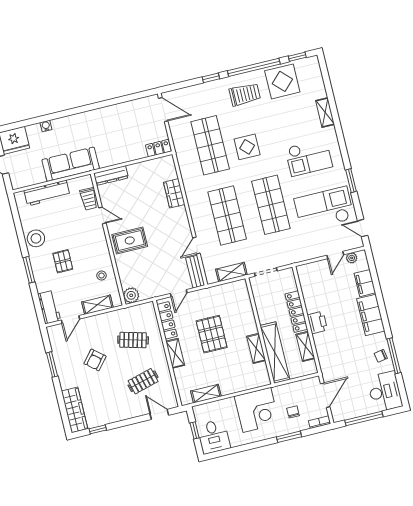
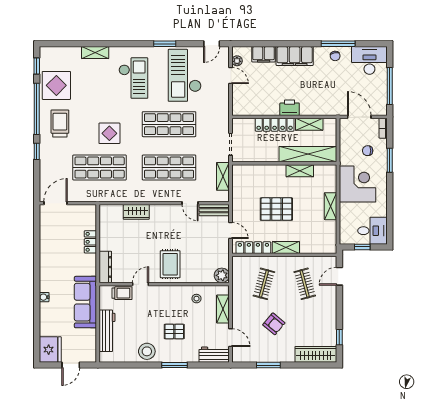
water cooler: (46, 126) -> (44, 297), moved
locker: (158, 148) -> (90, 242), moved
shelving: (206, 394) -> (331, 206), moved

